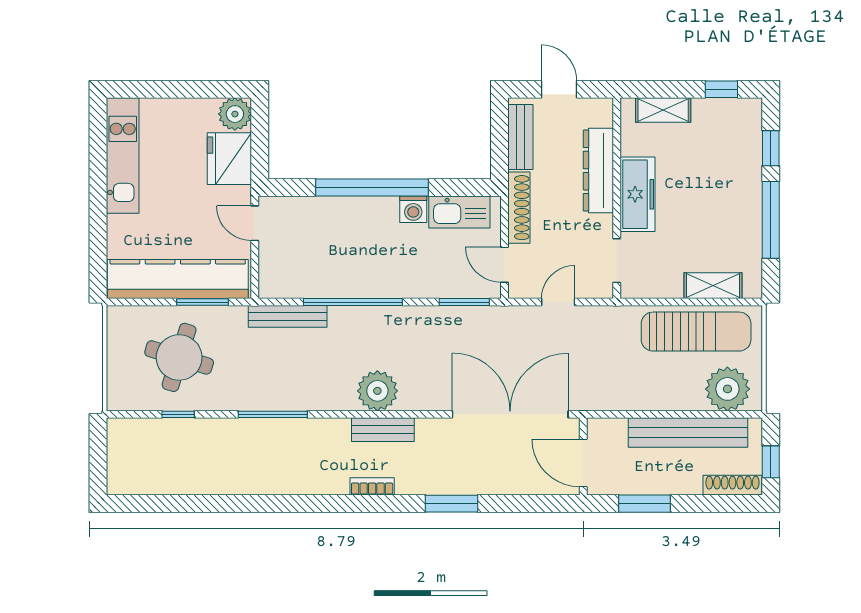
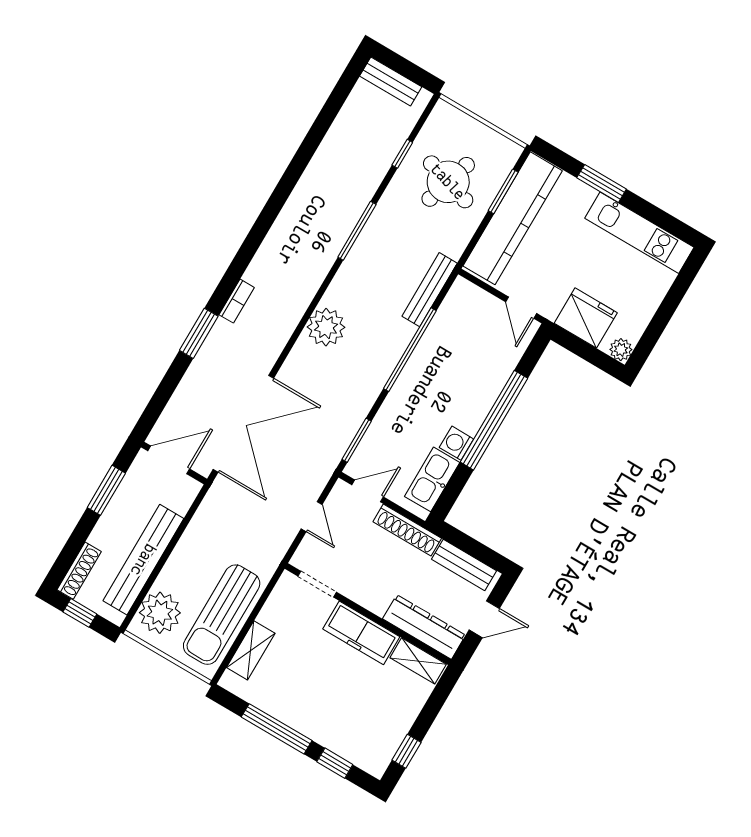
shelving: (663, 110) -> (418, 661), moved, turned 90
plant: (235, 114) -> (621, 350), width x0.73, depth x0.73
dresser: (598, 171) -> (424, 627), moved
window: (98, 217) -> (602, 183), added
door: (255, 223) -> (521, 308), swing flipped
window: (203, 302) -> (503, 191), moved
bench: (383, 430) -> (391, 81), moved, turned 90
bookcase: (372, 486) -> (237, 301), moved

